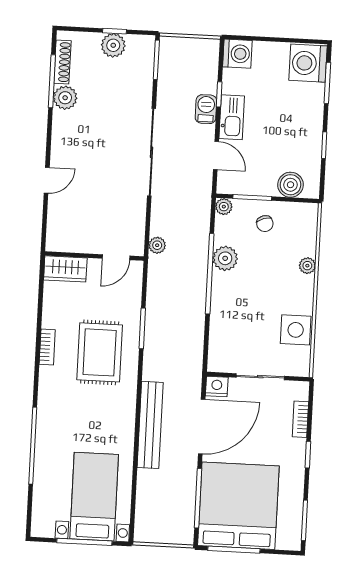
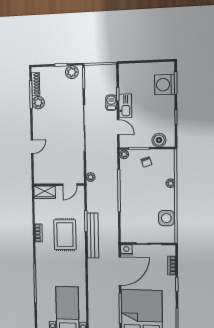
plant: (113, 45) -> (72, 72), moved
washing machine: (237, 54) -> (126, 71), removed
washing machine: (308, 63) -> (165, 85), moved
plant: (225, 258) -> (127, 182), removed
bench: (150, 425) -> (93, 236), moved

